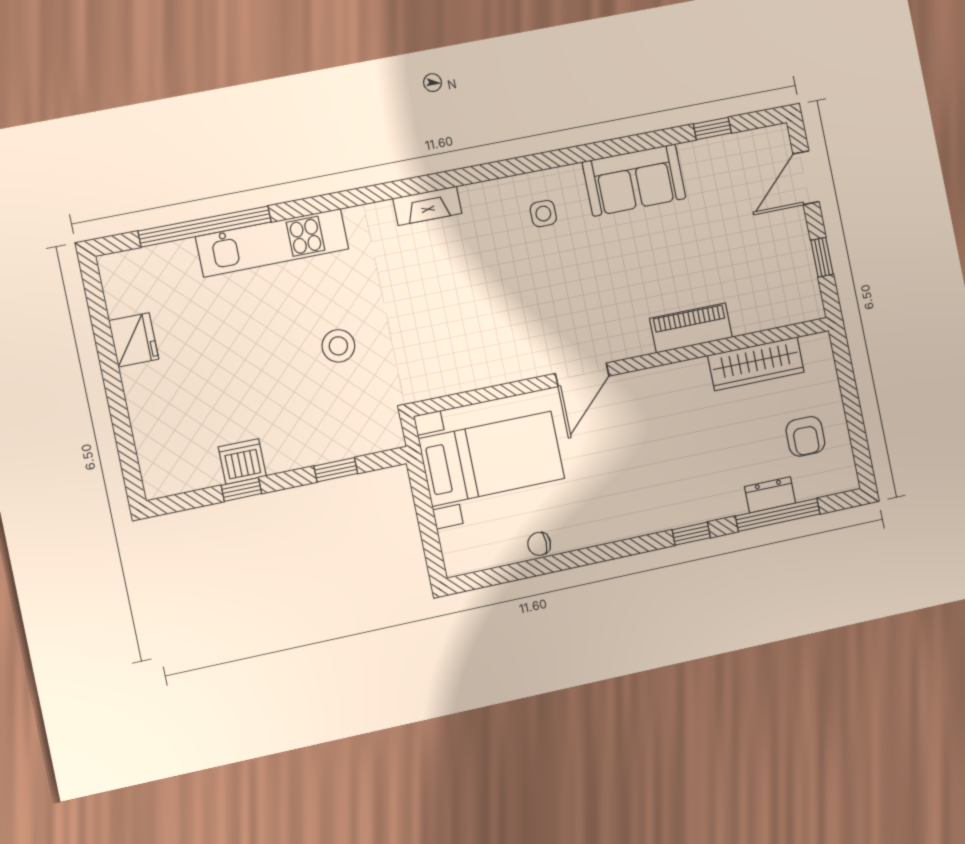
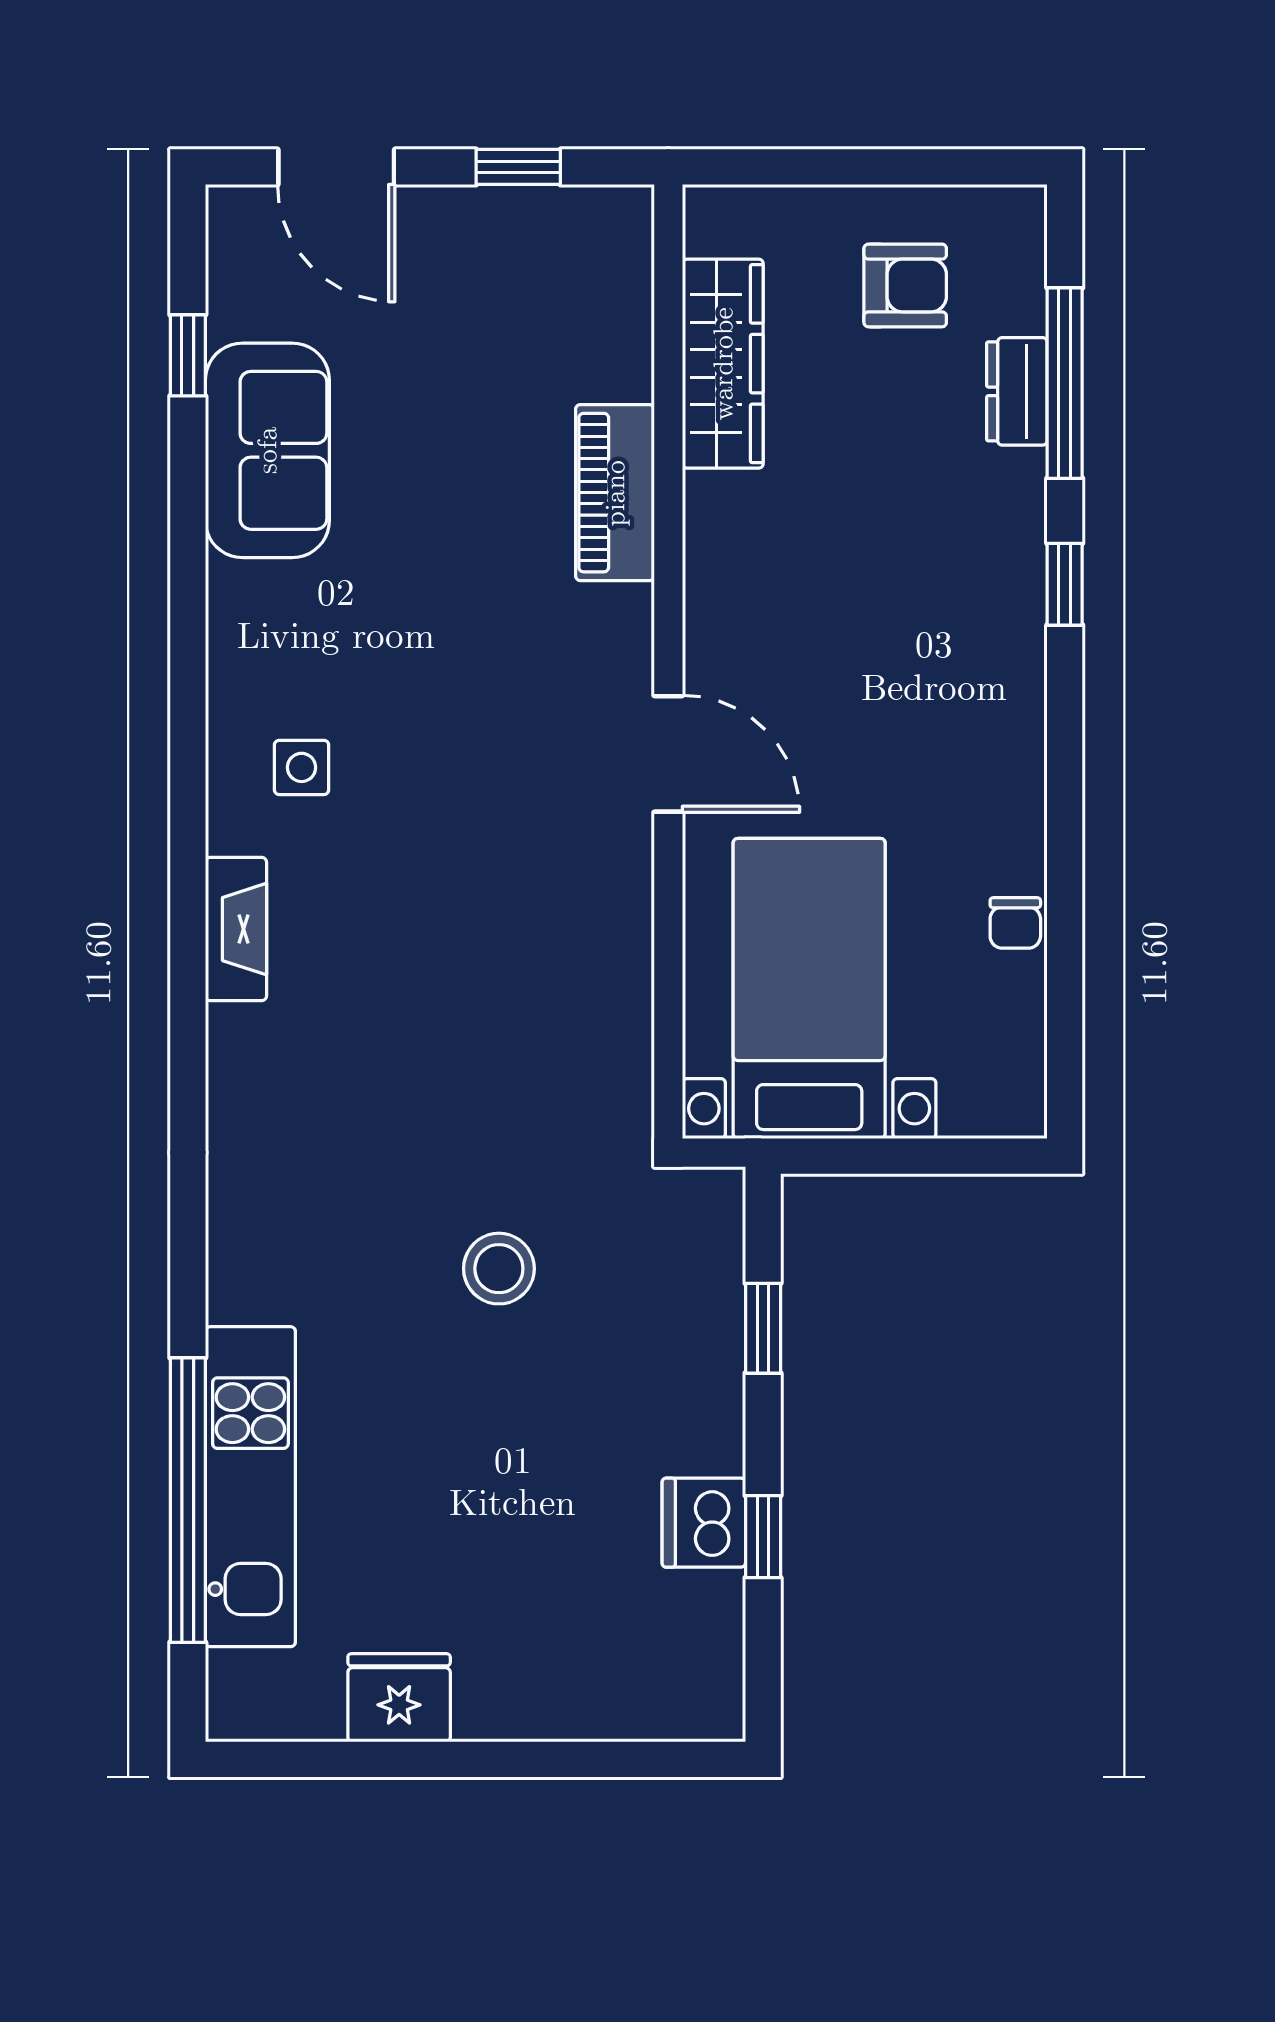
sofa: (634, 180) -> (267, 450), moved
fireplace: (427, 206) -> (236, 929), moved
kitchen unit: (272, 243) -> (250, 1487), moved

